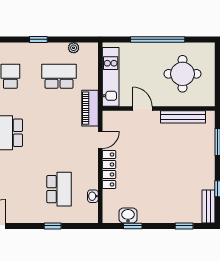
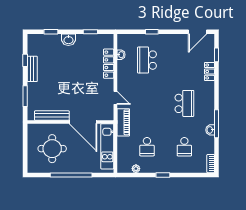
school desk: (59, 76) -> (147, 147), width x0.54
door: (142, 109) -> (83, 122), width x1.88
door: (100, 140) -> (115, 98), swing flipped
locker: (109, 169) -> (109, 64), moved
bench: (208, 206) -> (32, 69), moved
washbasin: (128, 216) -> (68, 40), moved

